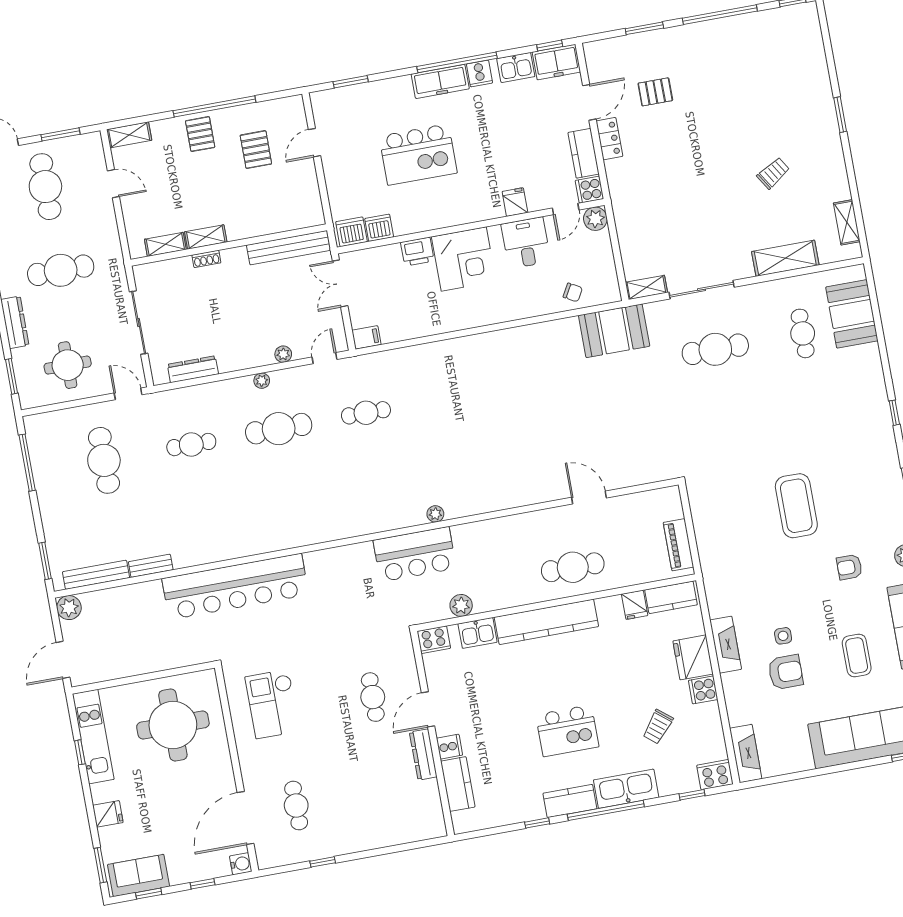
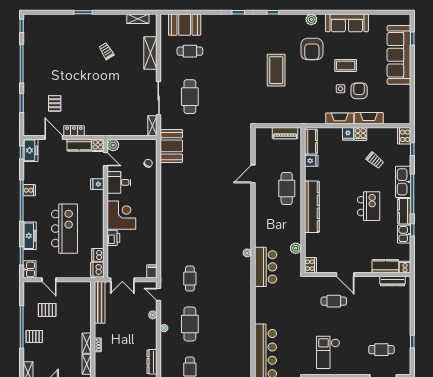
kitchen sink: (516, 67) -> (30, 269), moved
freezer: (440, 81) -> (30, 236), moved
kitchen island: (418, 155) -> (64, 229), width x1.37
coffee table: (796, 506) -> (276, 70), turned 90
armchair: (849, 567) -> (312, 49), width x1.88, depth x1.88
kitchen sink: (478, 633) -> (404, 234), moved, turned 180
coffee table: (857, 655) -> (346, 65), moved
fridge: (693, 657) -> (348, 134), width x0.53, depth x0.75
checkout: (272, 704) -> (328, 352), turned 90
cooker: (449, 747) -> (405, 267), moved
dresser: (423, 754) -> (392, 281), moved
fireplace: (746, 754) -> (369, 118), moved

